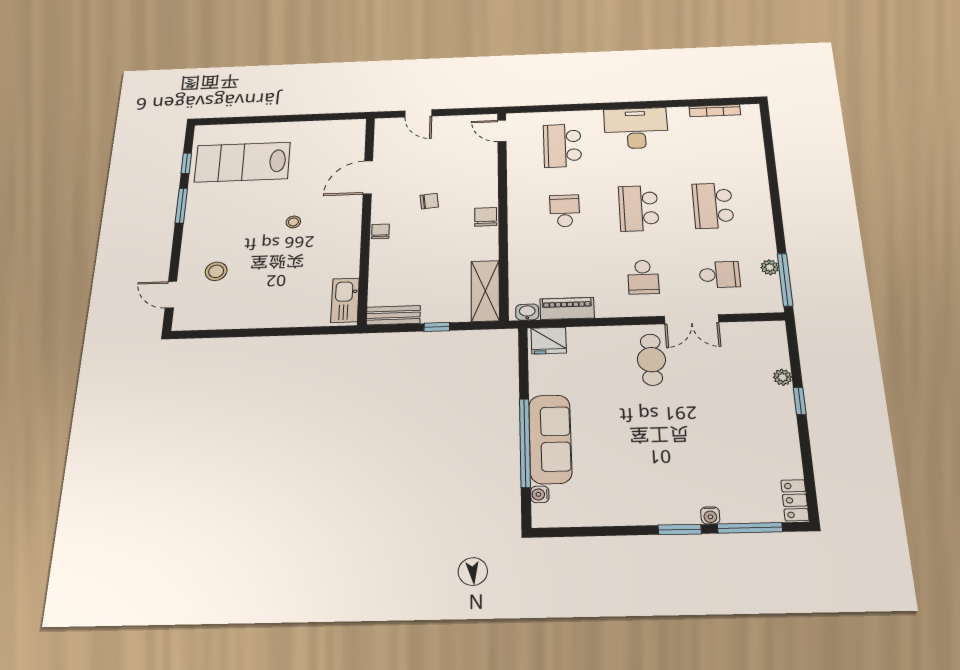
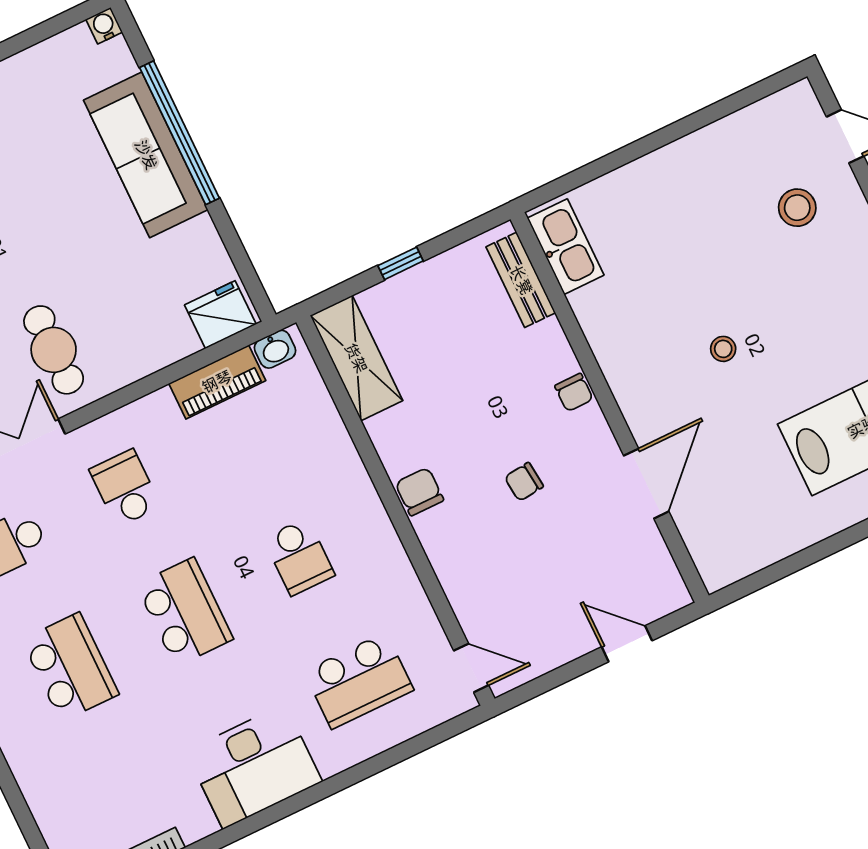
school desk: (562, 146) -> (359, 681), turned 90
chair: (486, 217) -> (419, 492), turned 180
bench: (393, 315) -> (521, 280), moved, turned 90
water cooler: (540, 494) -> (104, 26), moved, turned -90

